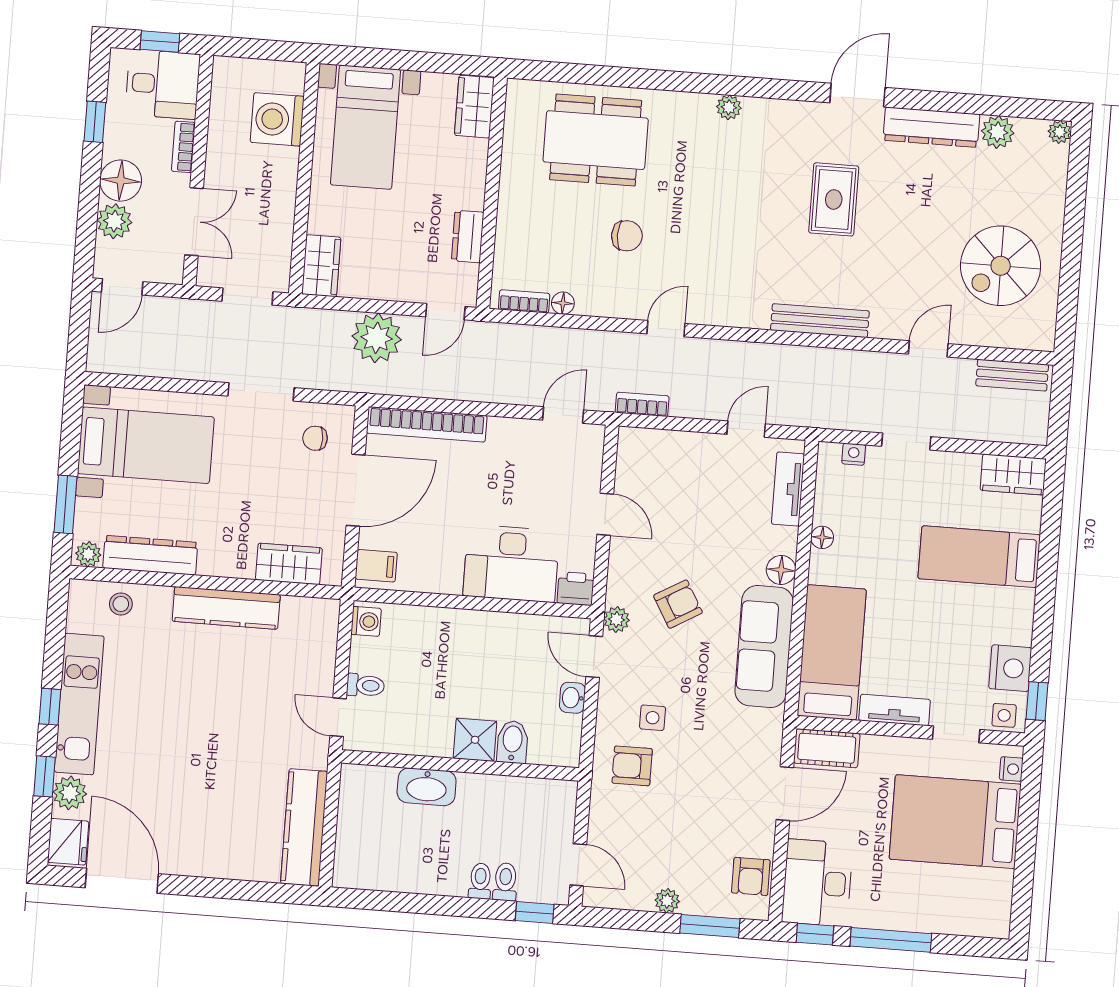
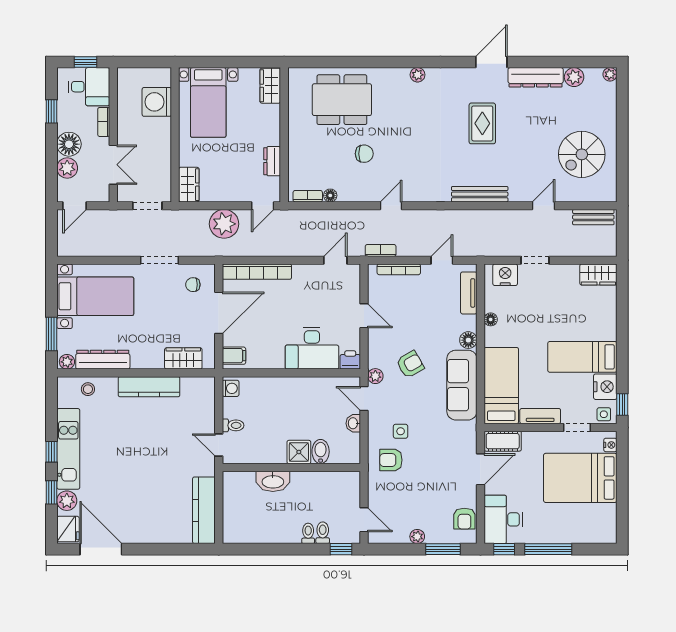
bookcase: (671, 439) -> (399, 269), added
nightstand: (854, 454) -> (505, 275), width x1.89, depth x1.79
bed: (979, 557) -> (582, 357), moved

